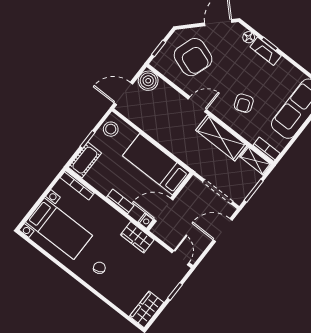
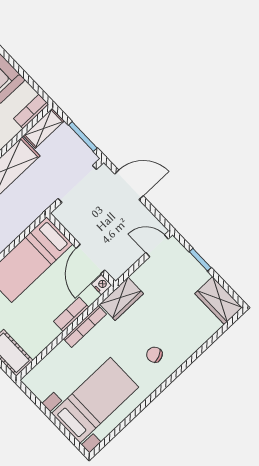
bookcase: (77, 185) -> (85, 326), moved
door: (223, 230) -> (129, 185), swing flipped

